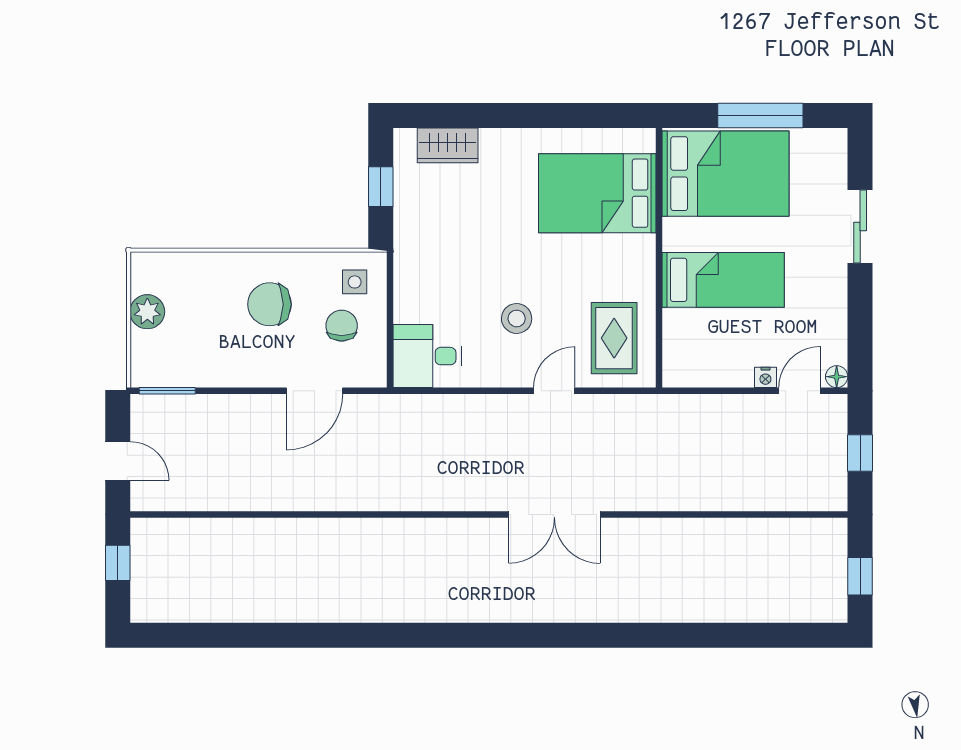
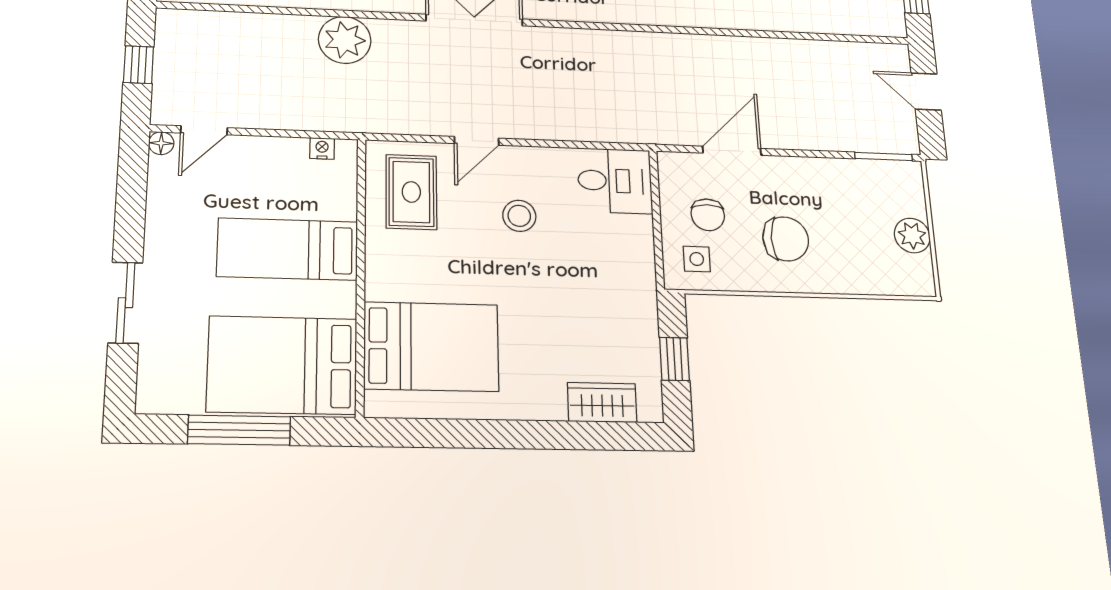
nightstand: (765, 377) -> (322, 148), moved
plant: (675, 487) -> (345, 40), added

